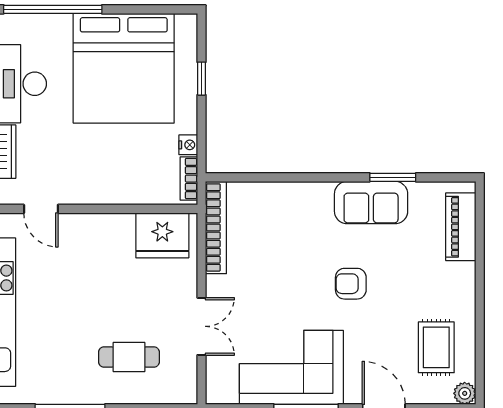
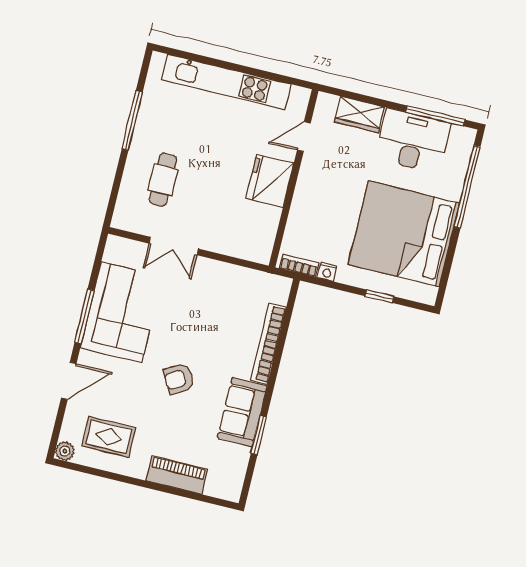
piano: (461, 227) -> (177, 475), moved
bookcase: (216, 228) -> (268, 344), moved, turned 90
fridge: (162, 235) -> (270, 181), moved
armchair: (351, 284) -> (179, 379), turned -120

